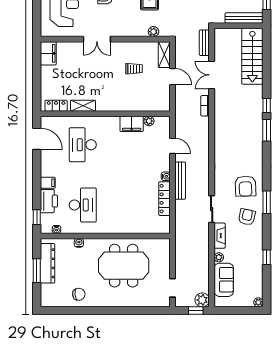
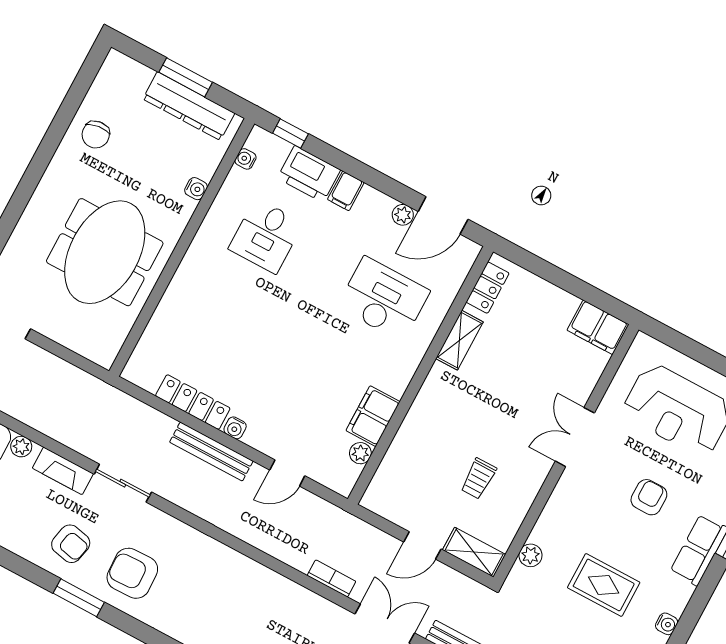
plant: (45, 155) -> (403, 215), added
desk: (83, 205) -> (266, 236), width x0.73

